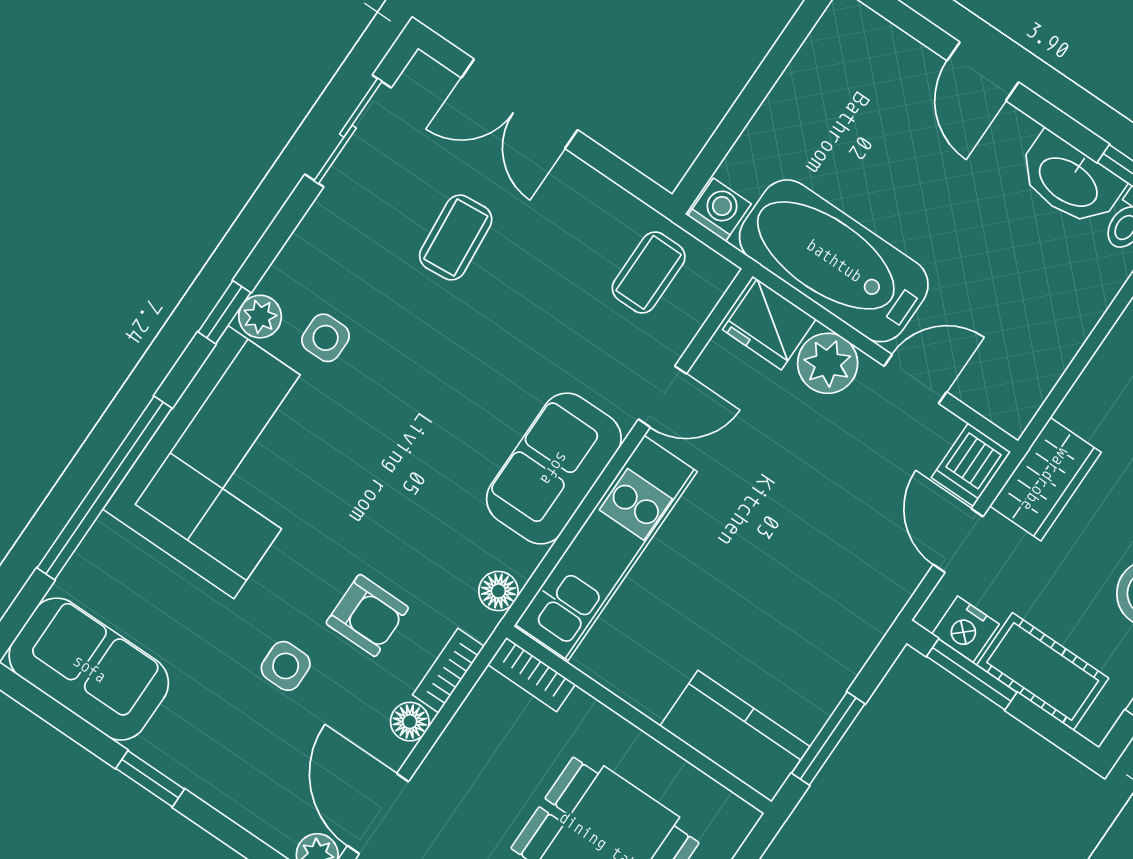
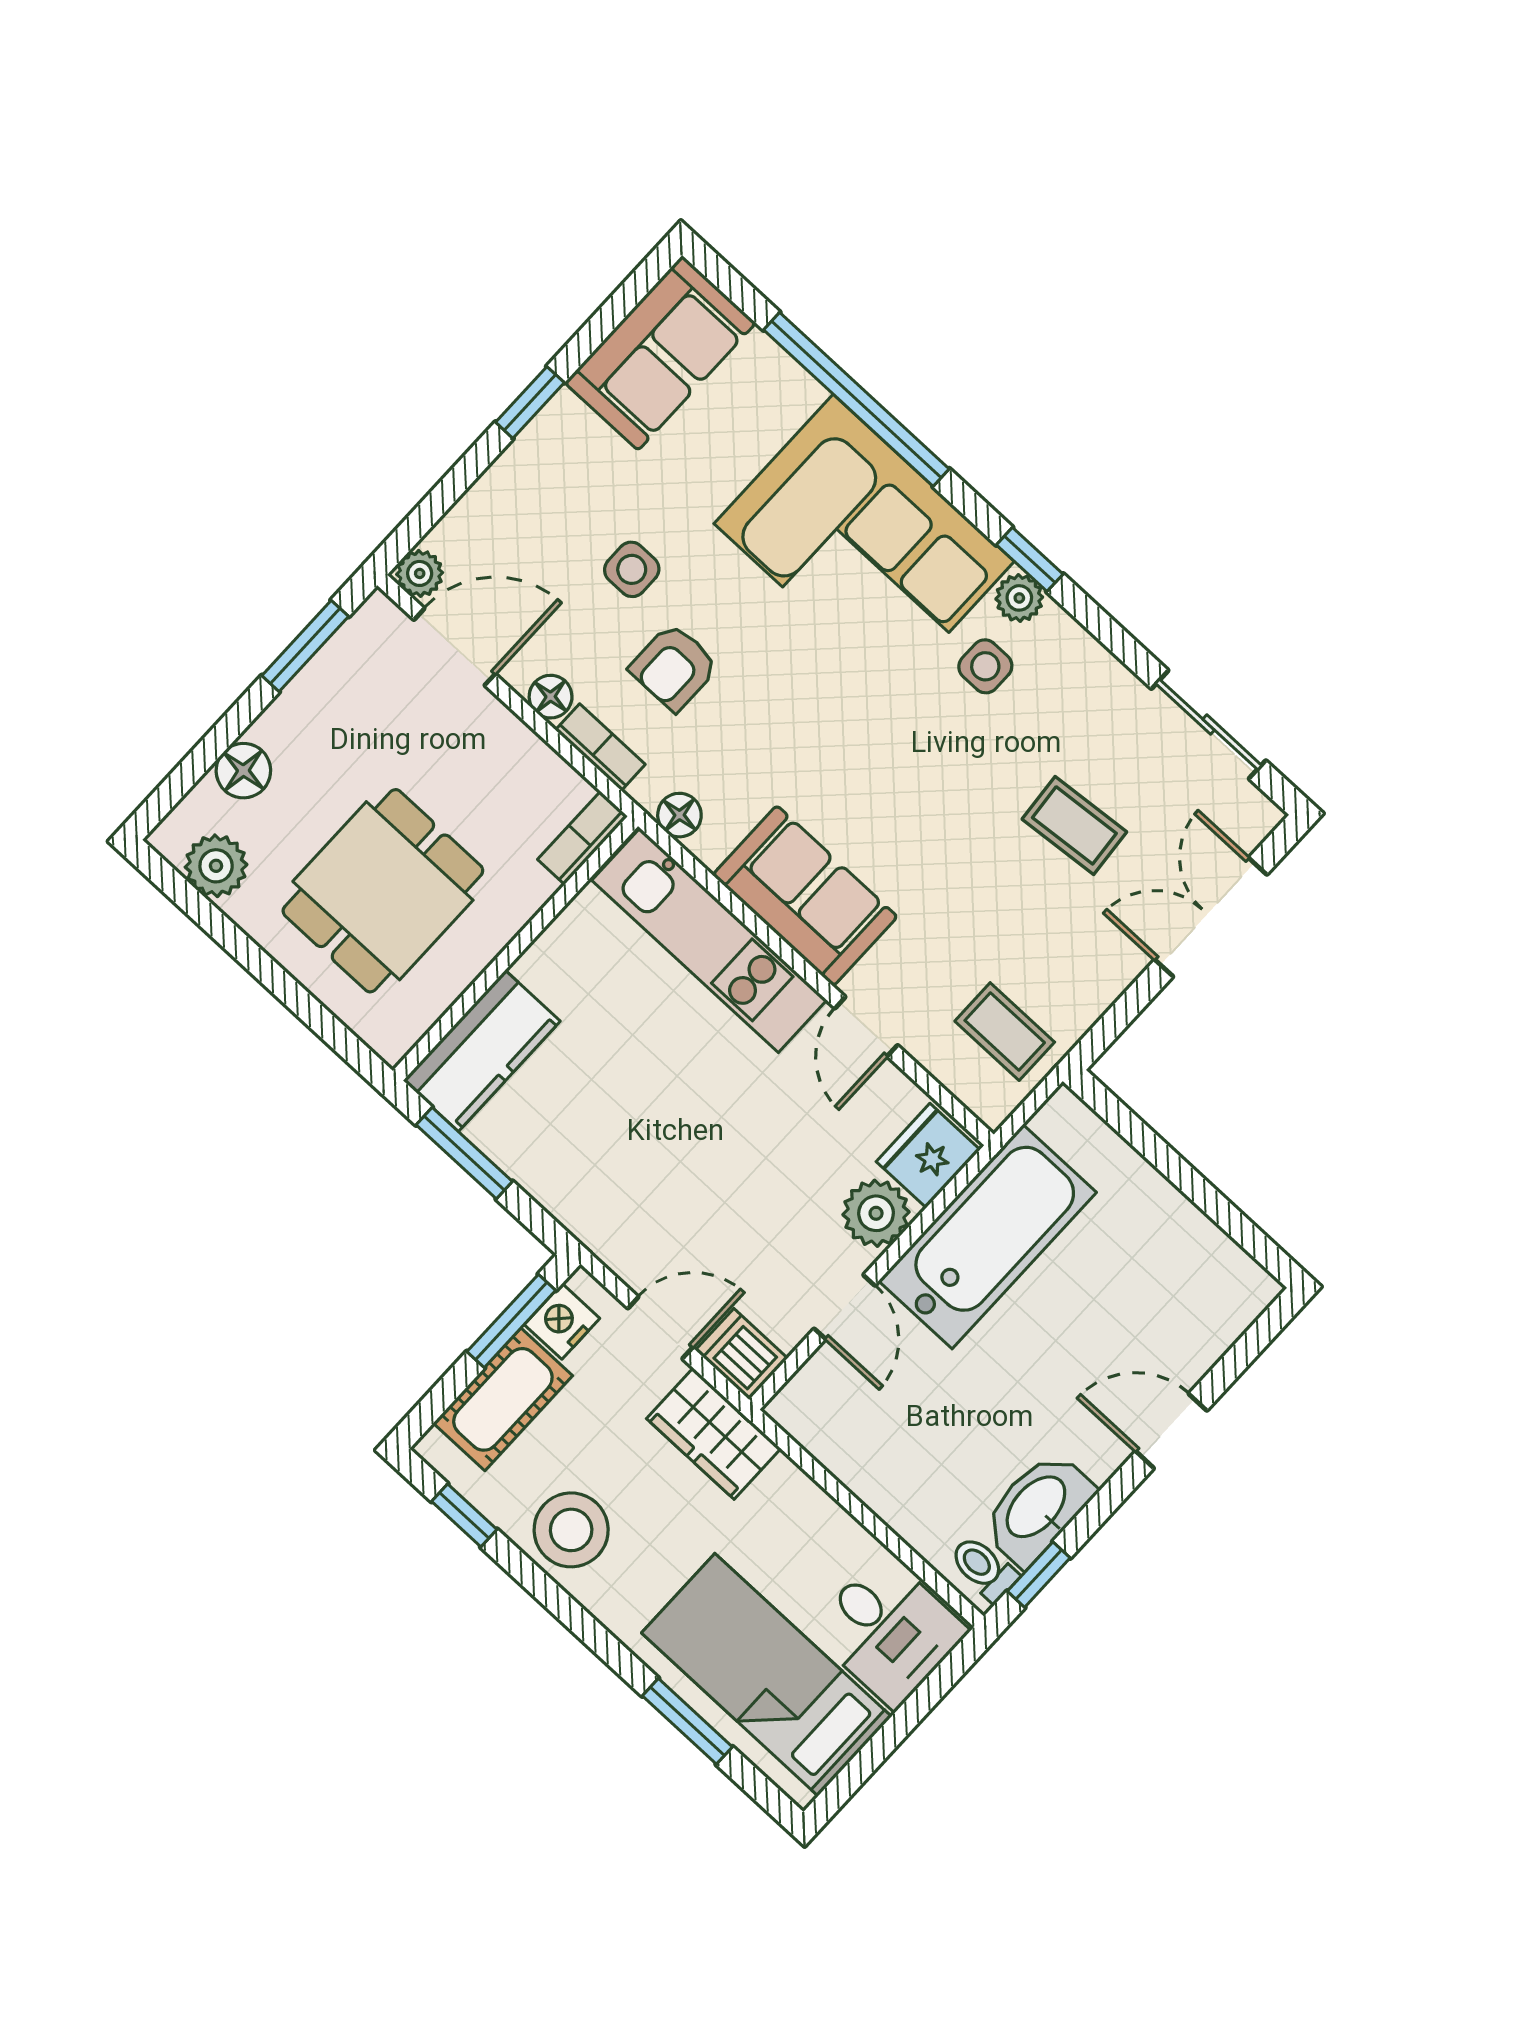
washing machine: (719, 210) -> (1062, 1119), removed

